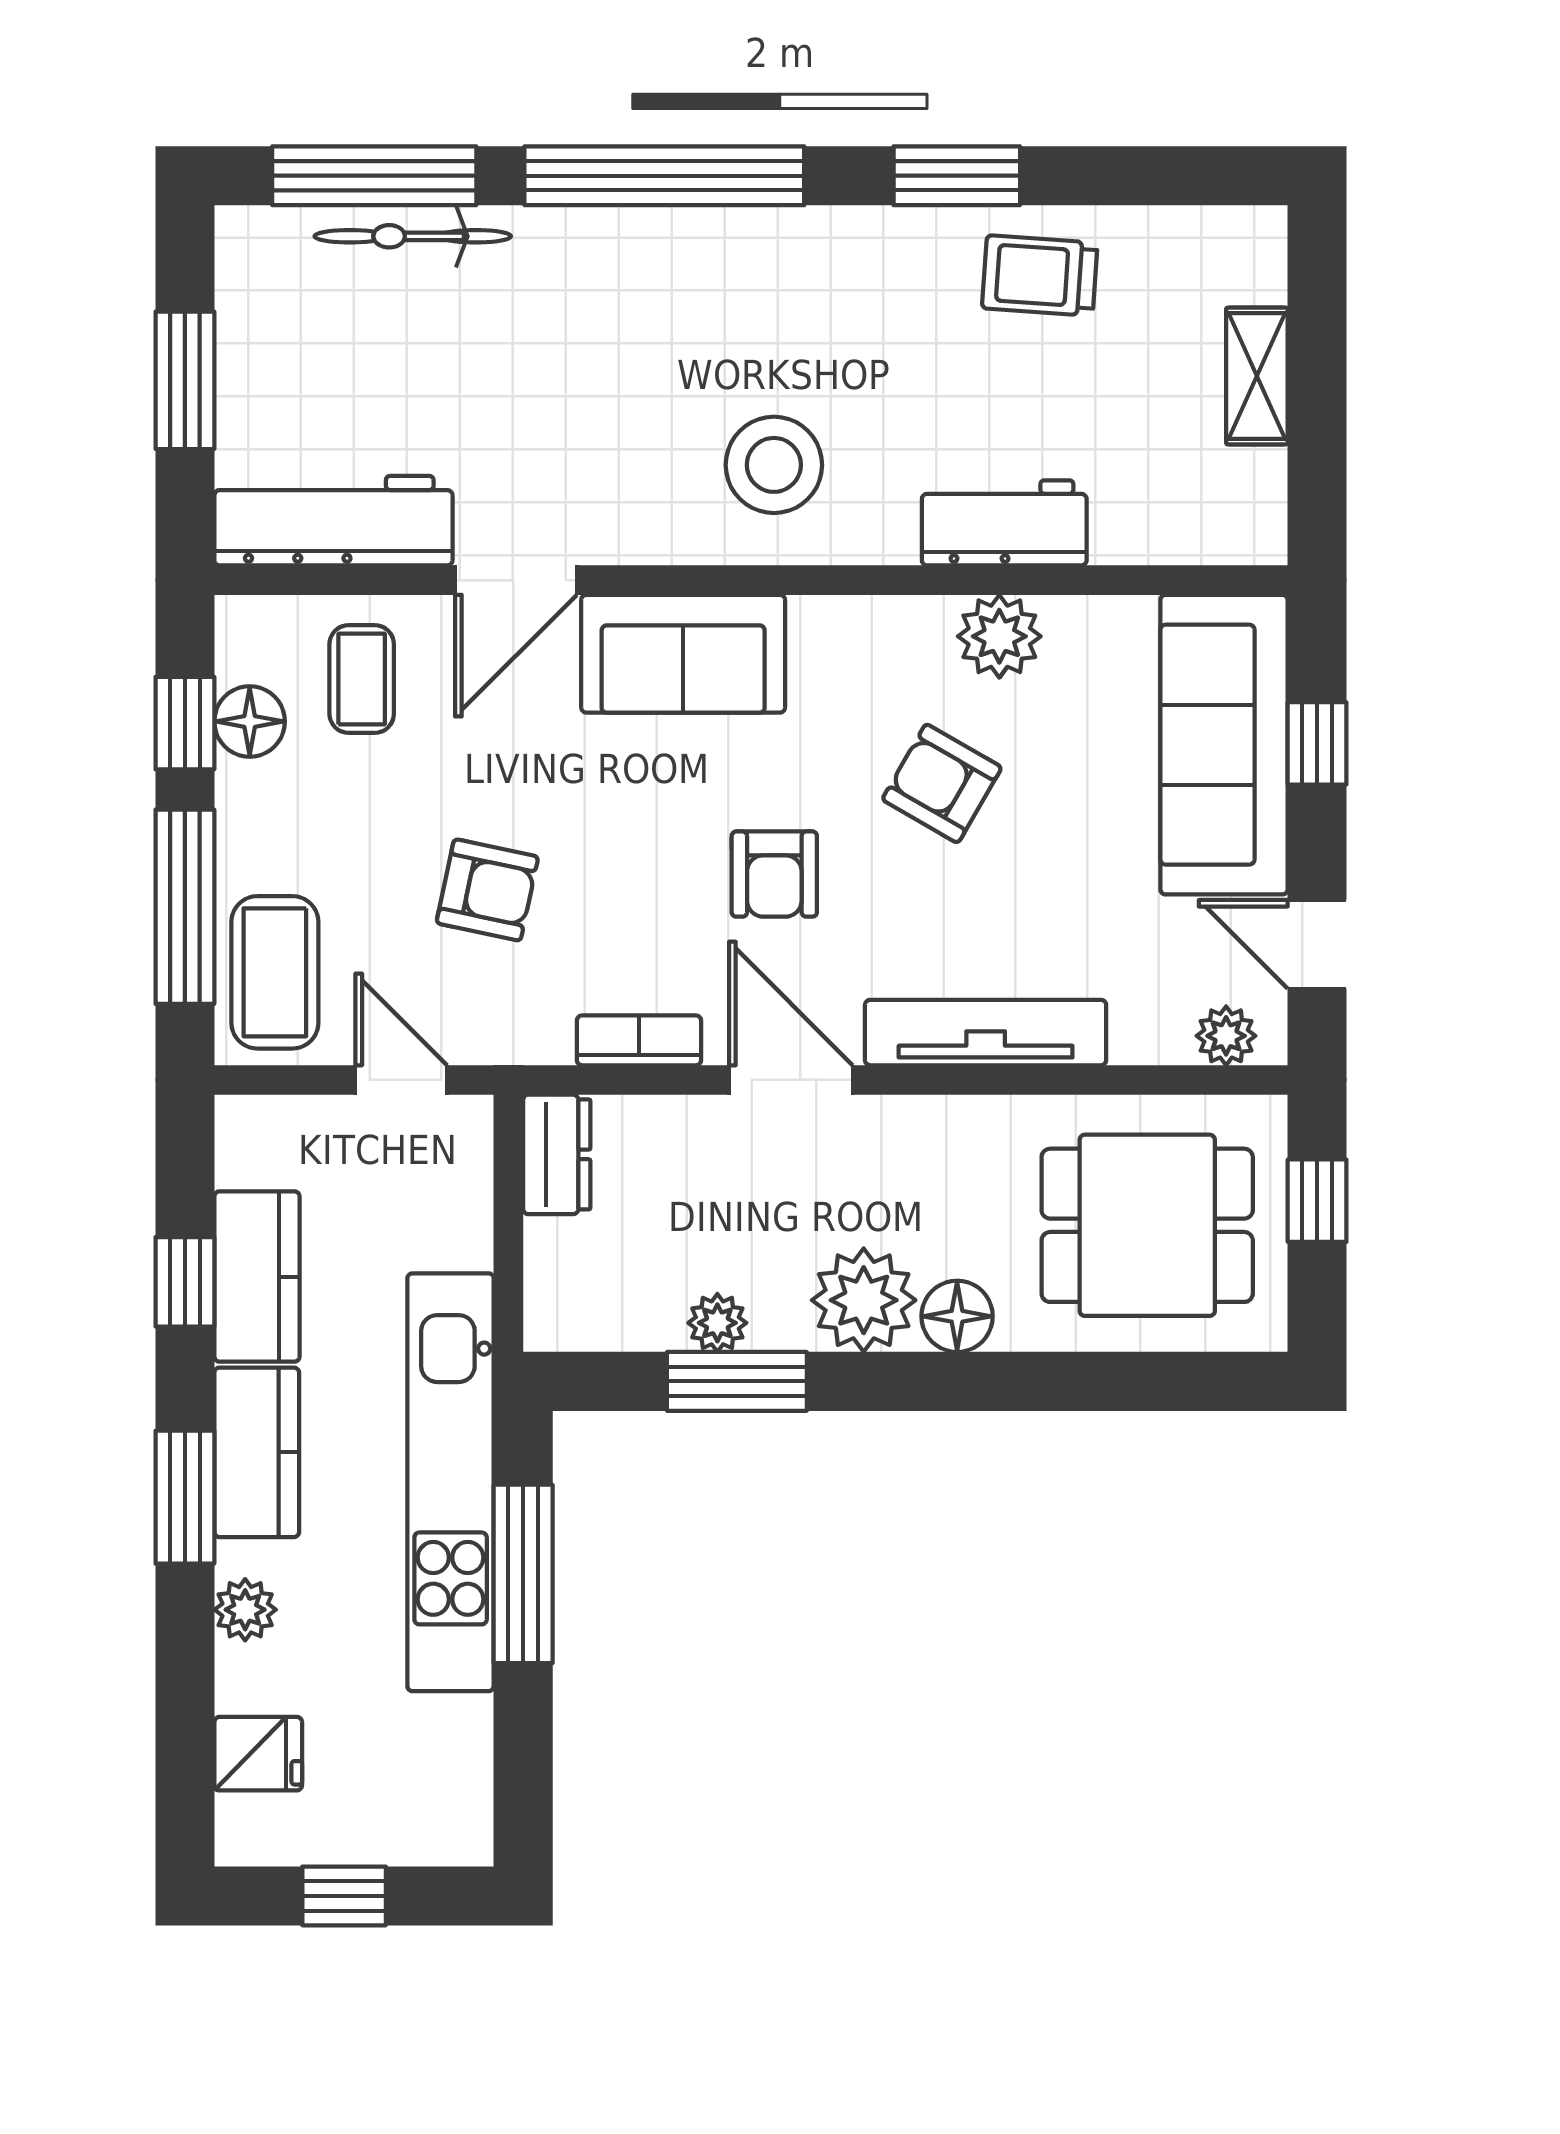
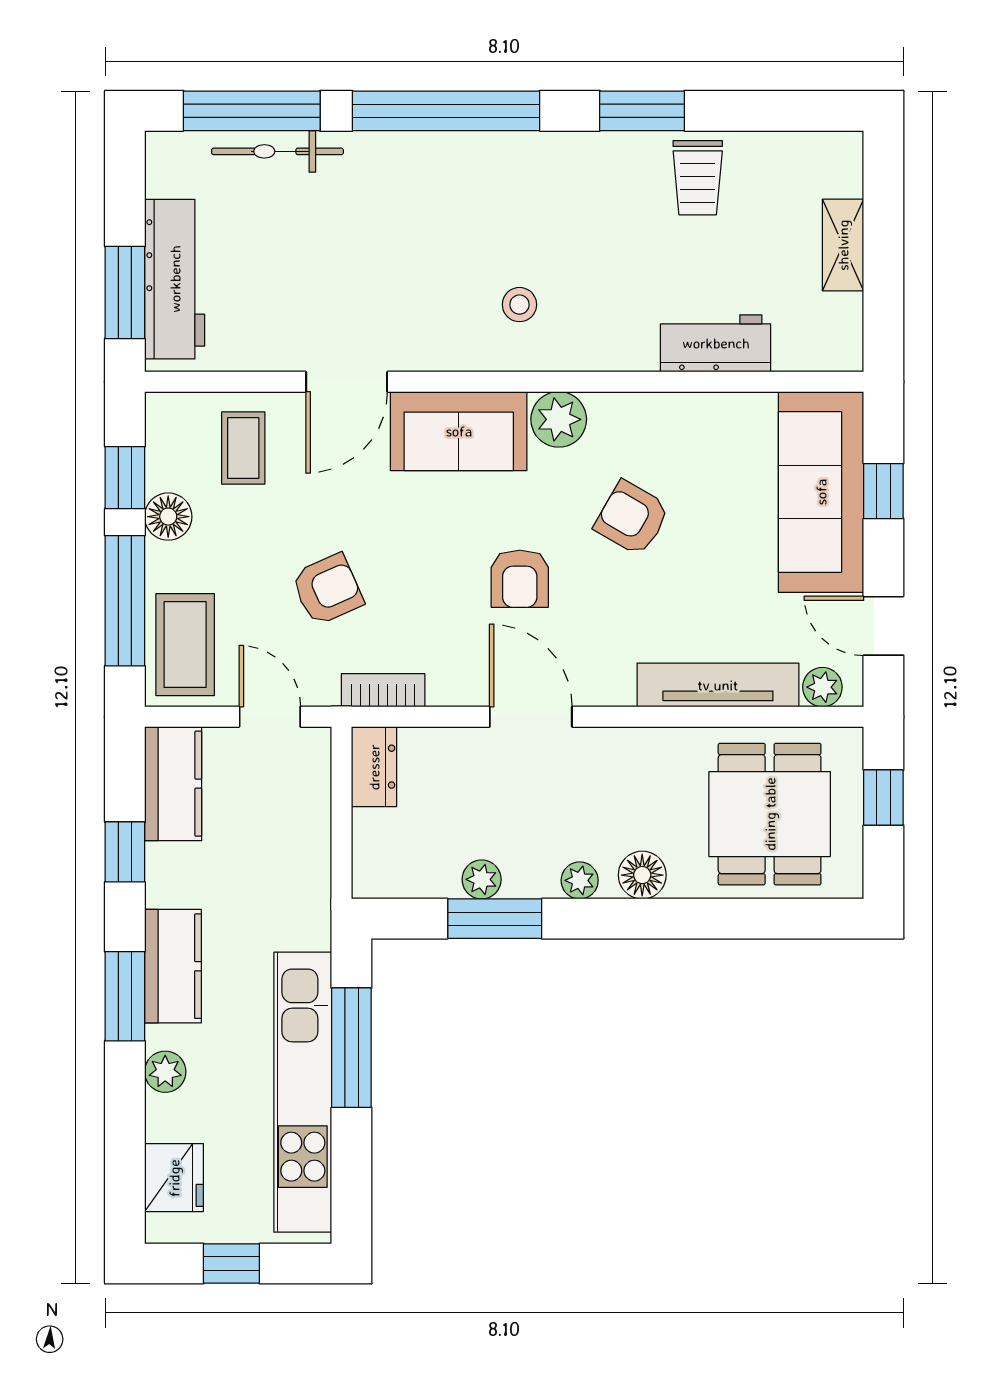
trolley: (1040, 276) -> (698, 178), turned -94
window: (185, 380) -> (125, 293), moved
stool: (774, 465) -> (519, 305), width x0.53, depth x0.53
workbench: (333, 521) -> (175, 279), moved, turned 90
workbench: (1004, 523) -> (716, 343), moved
plant: (999, 636) -> (559, 419), moved
floor lamp: (250, 721) -> (168, 517), moved
armchair: (487, 890) -> (327, 589), turned -36
tv unit: (986, 1033) -> (718, 685), moved
bookcase: (639, 1040) -> (383, 690), moved
dining table: (1147, 1225) -> (770, 814), turned 90
kitchen counter: (257, 1277) -> (173, 784), moved
plant: (864, 1300) -> (580, 880), width x0.53, depth x0.53
kitchen unit: (451, 1482) -> (303, 1092), moved
fridge: (258, 1754) -> (174, 1178), width x1.38

